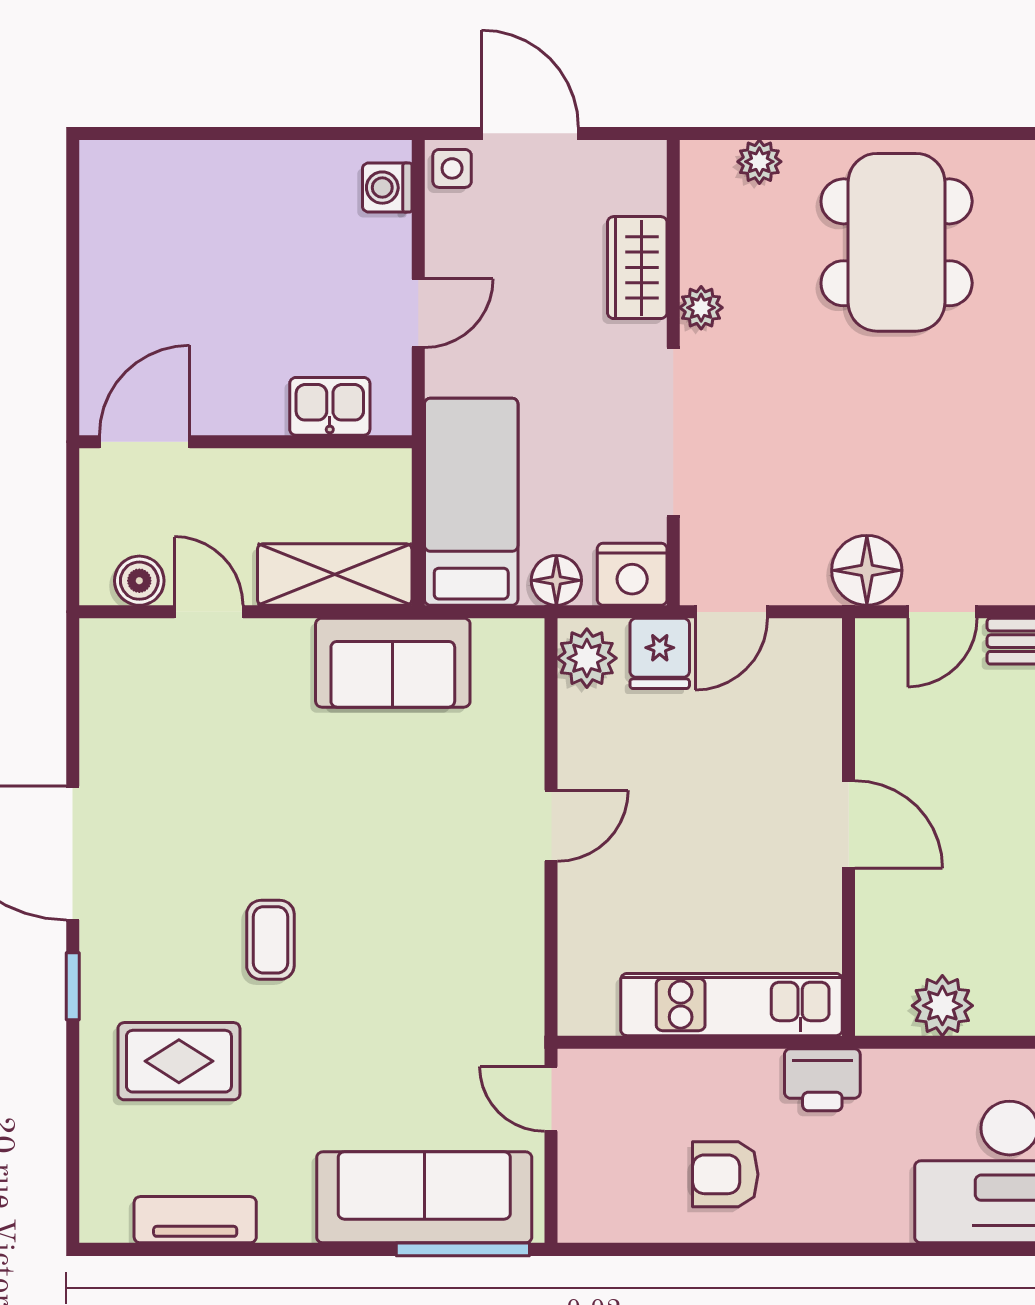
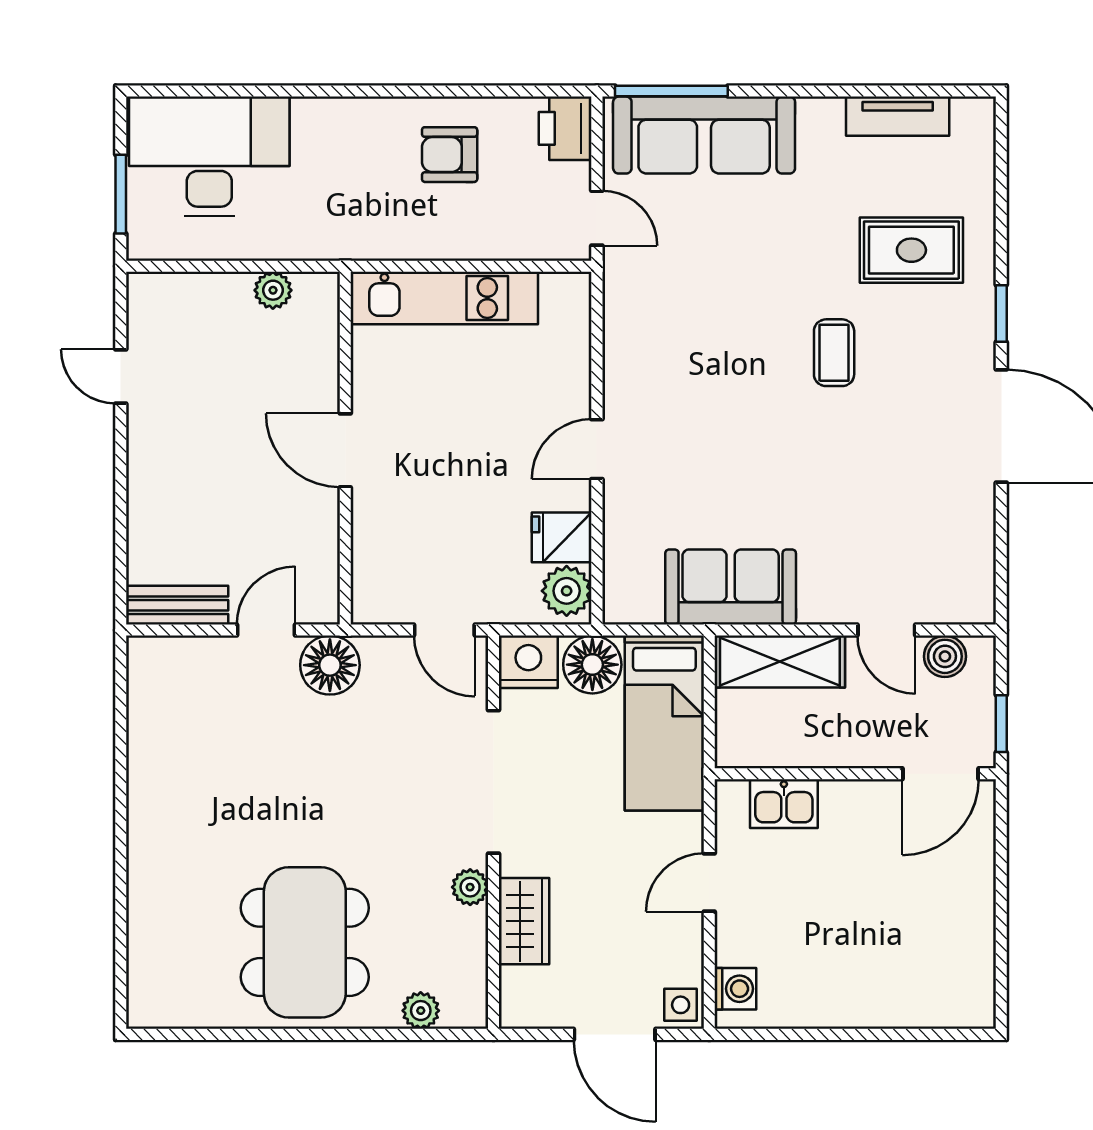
window: (73, 501) -> (1001, 724), added
floor lamp: (556, 580) -> (592, 665), width x1.38, depth x1.38
door: (731, 612) -> (444, 630), swing flipped
fridge: (660, 653) -> (562, 537), moved, turned -90
plant: (942, 1006) -> (273, 290), width x0.73, depth x0.73
printer: (822, 1080) -> (565, 128), moved, turned -90
armchair: (725, 1174) -> (450, 155), turned 180

